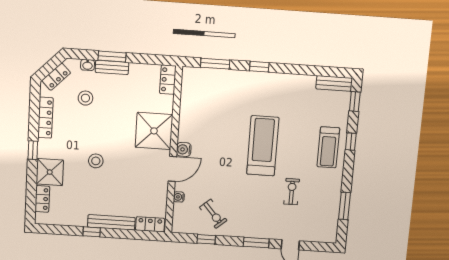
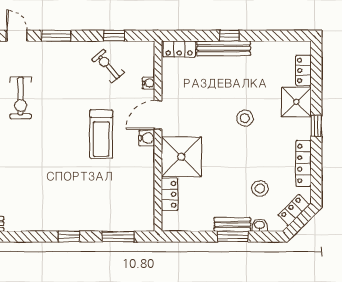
locker: (168, 80) -> (170, 194), moved
treadmill: (263, 146) -> (101, 134), moved, width x0.73, depth x0.73
exercise bike: (292, 192) -> (21, 98), width x1.38, depth x1.39
window: (92, 232) -> (229, 36), moved

